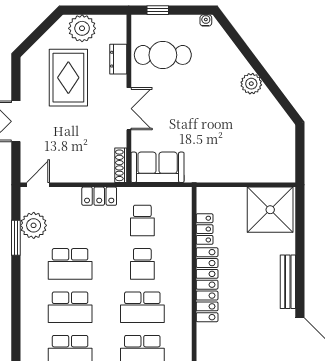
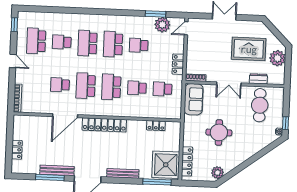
window: (158, 10) -> (285, 123), moved
plant: (251, 84) -> (217, 173), moved
round table: (212, 122) -> (219, 132), added
locker: (263, 174) -> (187, 161), added
door: (38, 185) -> (186, 28), swing flipped
window: (300, 223) -> (157, 182), added
school desk: (70, 264) -> (139, 45), width x0.54
locker: (207, 285) -> (104, 125), moved

